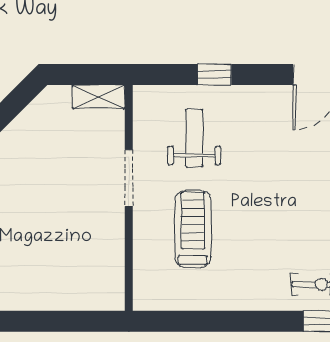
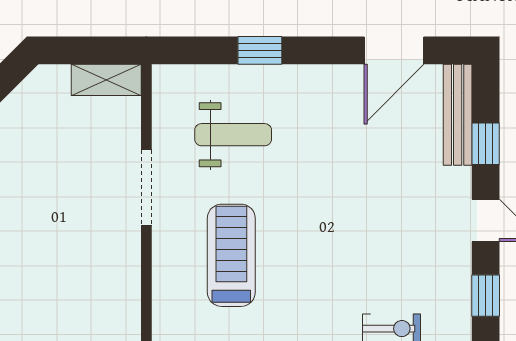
weight bench: (194, 138) -> (233, 135), turned 90

